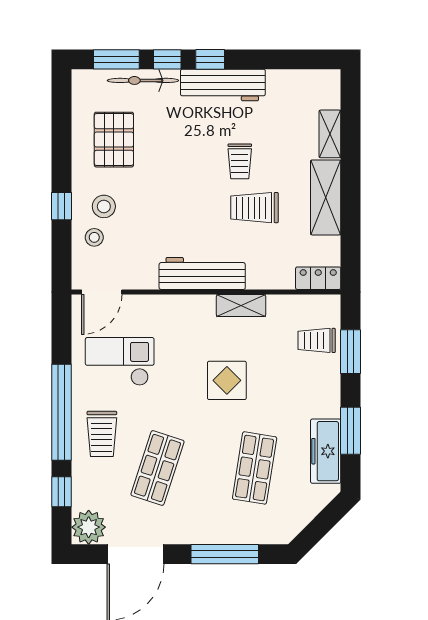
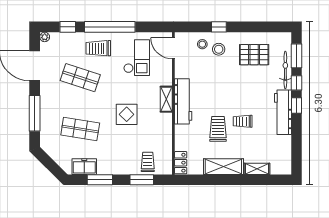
shelving: (241, 306) -> (166, 99), moved
freezer: (326, 451) -> (84, 167), width x0.71
plant: (89, 527) -> (45, 37), width x0.53, depth x0.53

